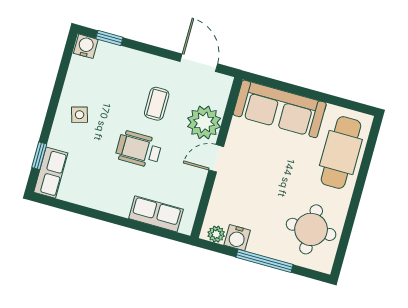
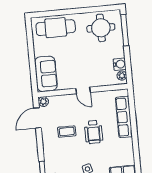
sofa: (280, 109) -> (46, 74), width x0.73
plant: (204, 122) -> (43, 102), moved, width x0.53, depth x0.53
row of seats: (156, 214) -> (124, 117), width x1.48
window: (265, 261) -> (125, 30), moved

